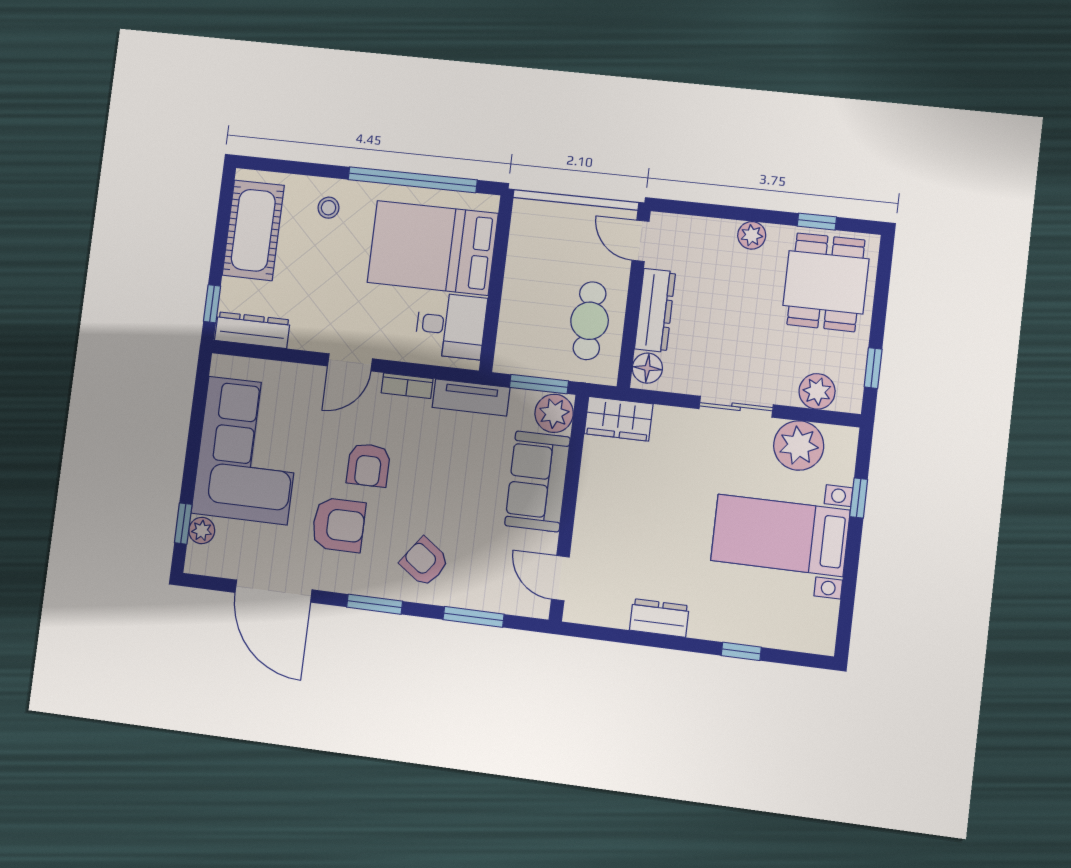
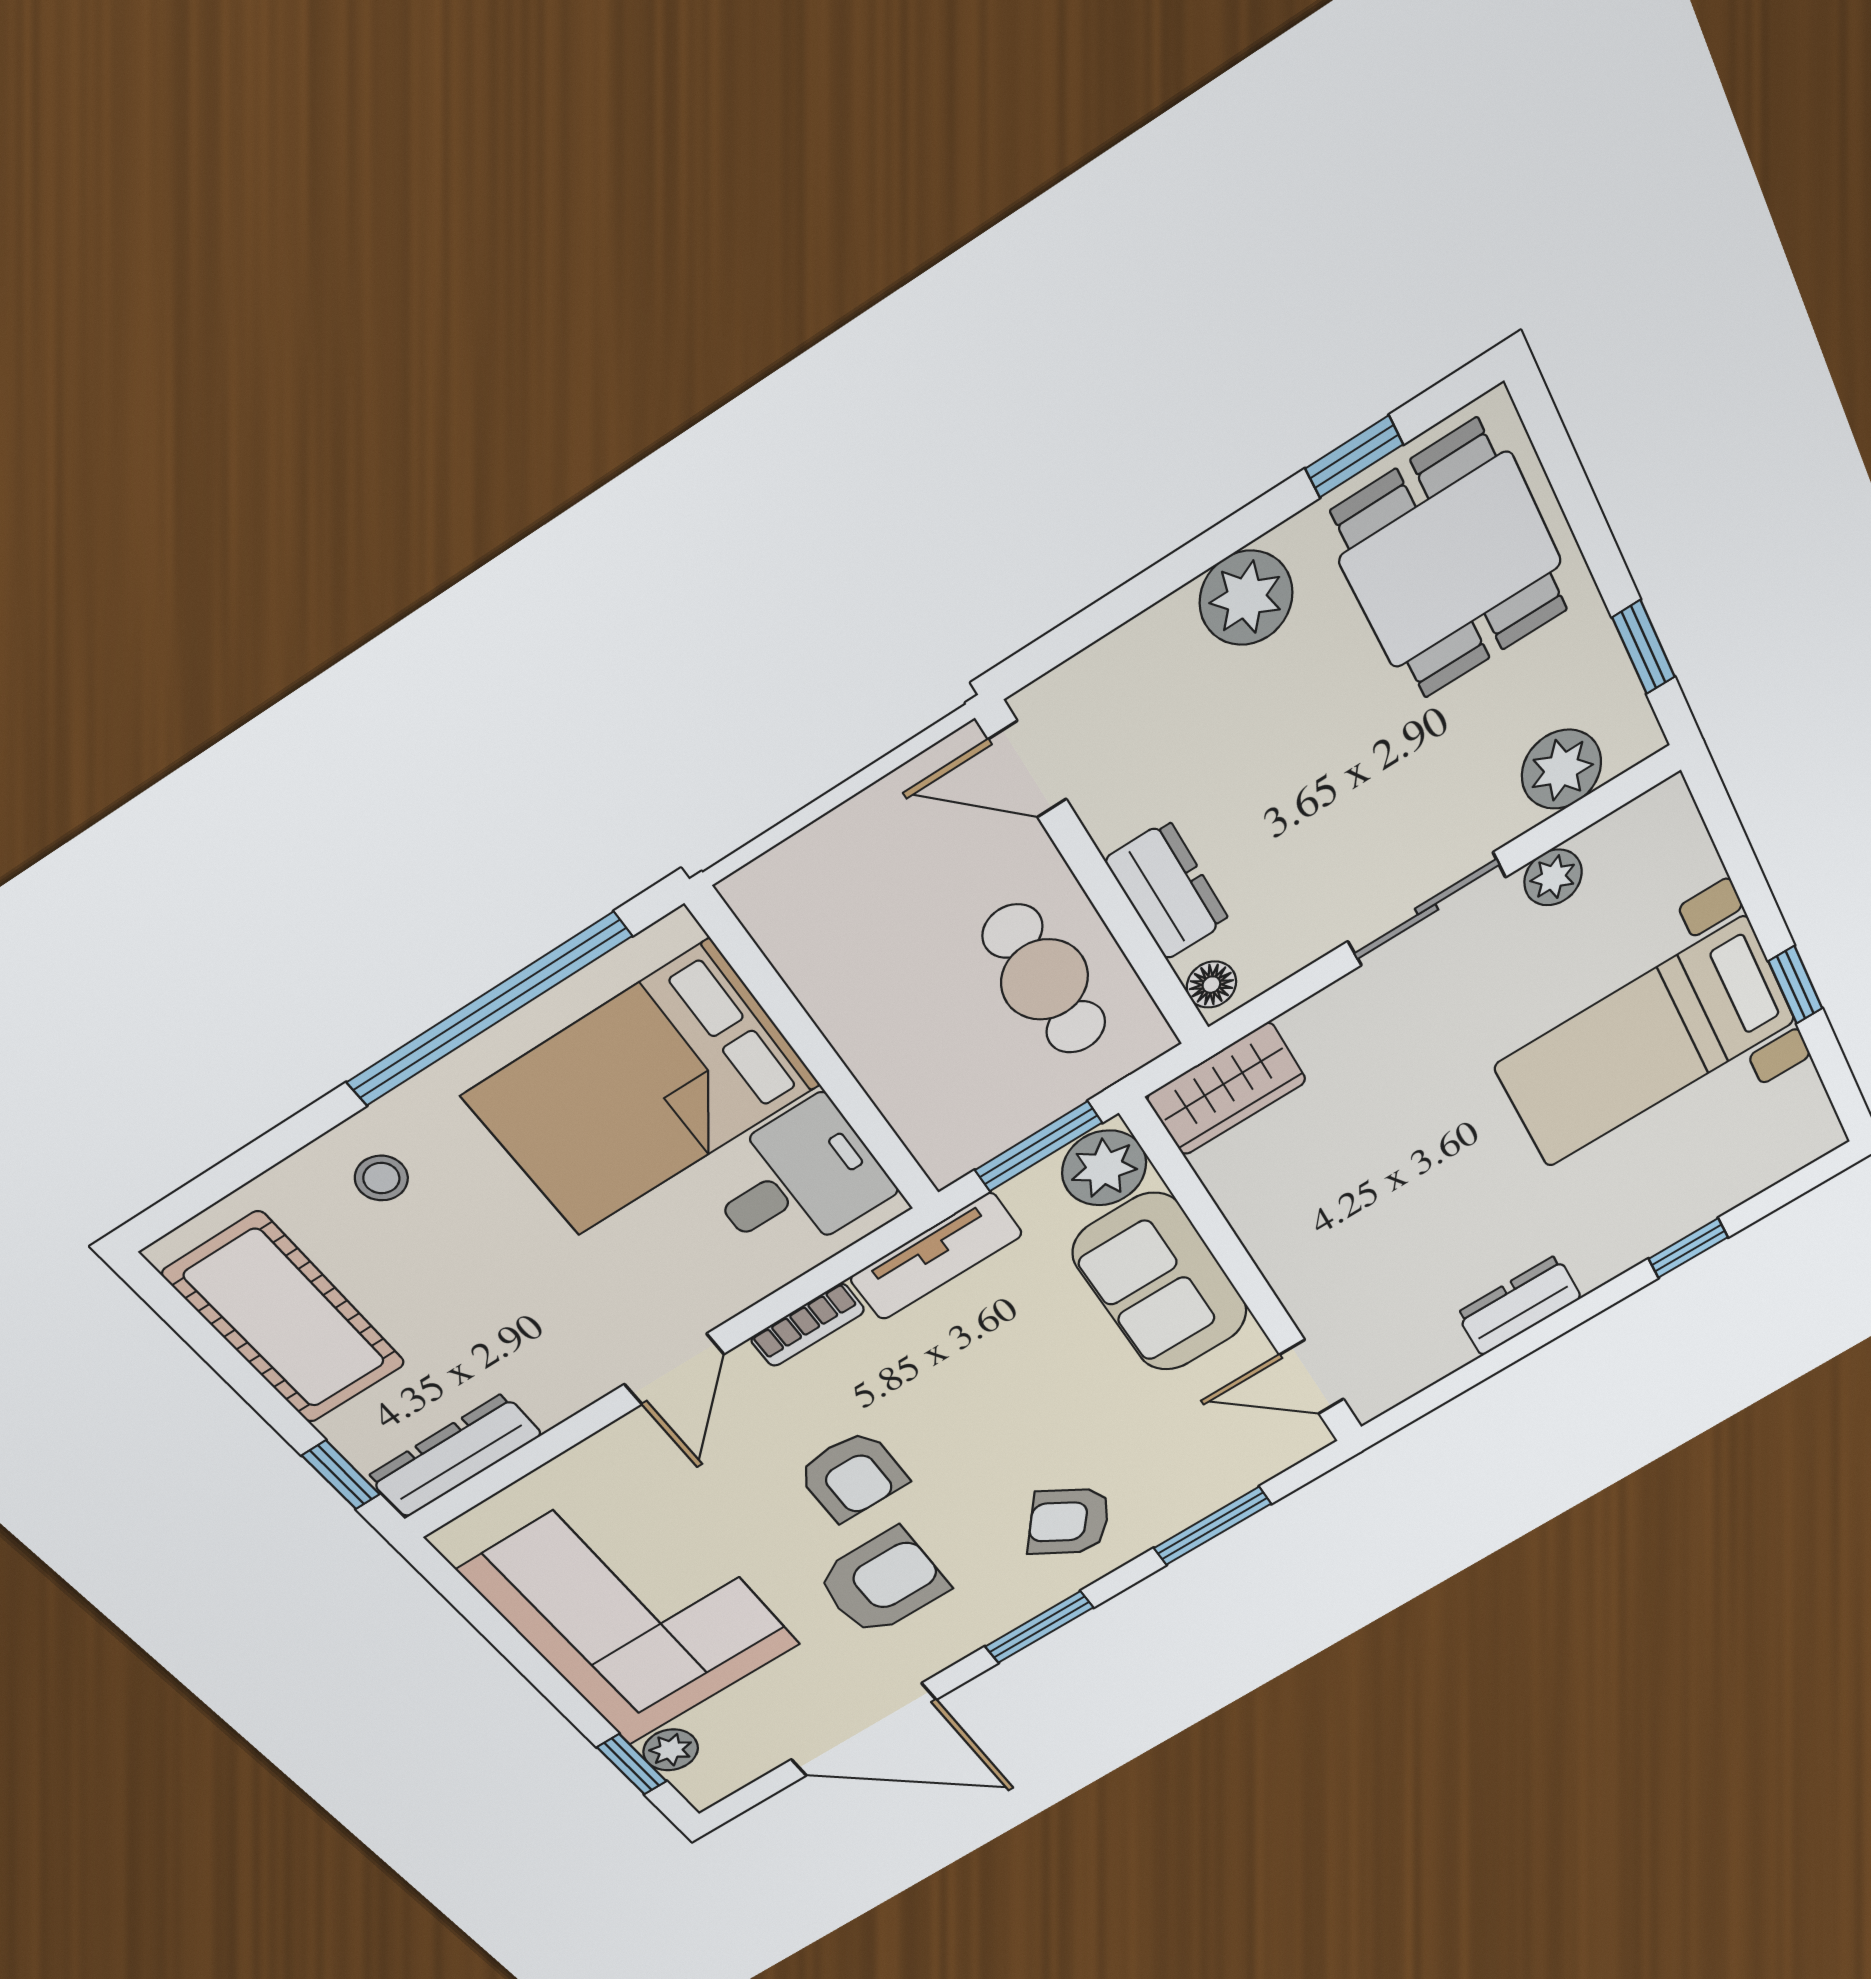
plant: (752, 235) -> (1246, 598), width x1.38, depth x1.38
dresser: (655, 310) -> (1167, 890), width x0.70
floor lamp: (647, 368) -> (1211, 985), width x0.73, depth x0.73
plant: (799, 445) -> (1553, 877), width x0.53, depth x0.53
window: (859, 498) -> (1795, 985), moved

